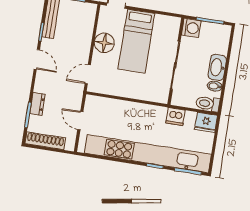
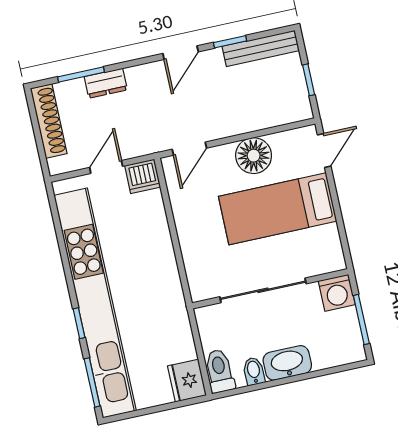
door: (88, 74) -> (189, 149), swing flipped
dishwasher: (175, 117) -> (143, 176), moved, turned -90

